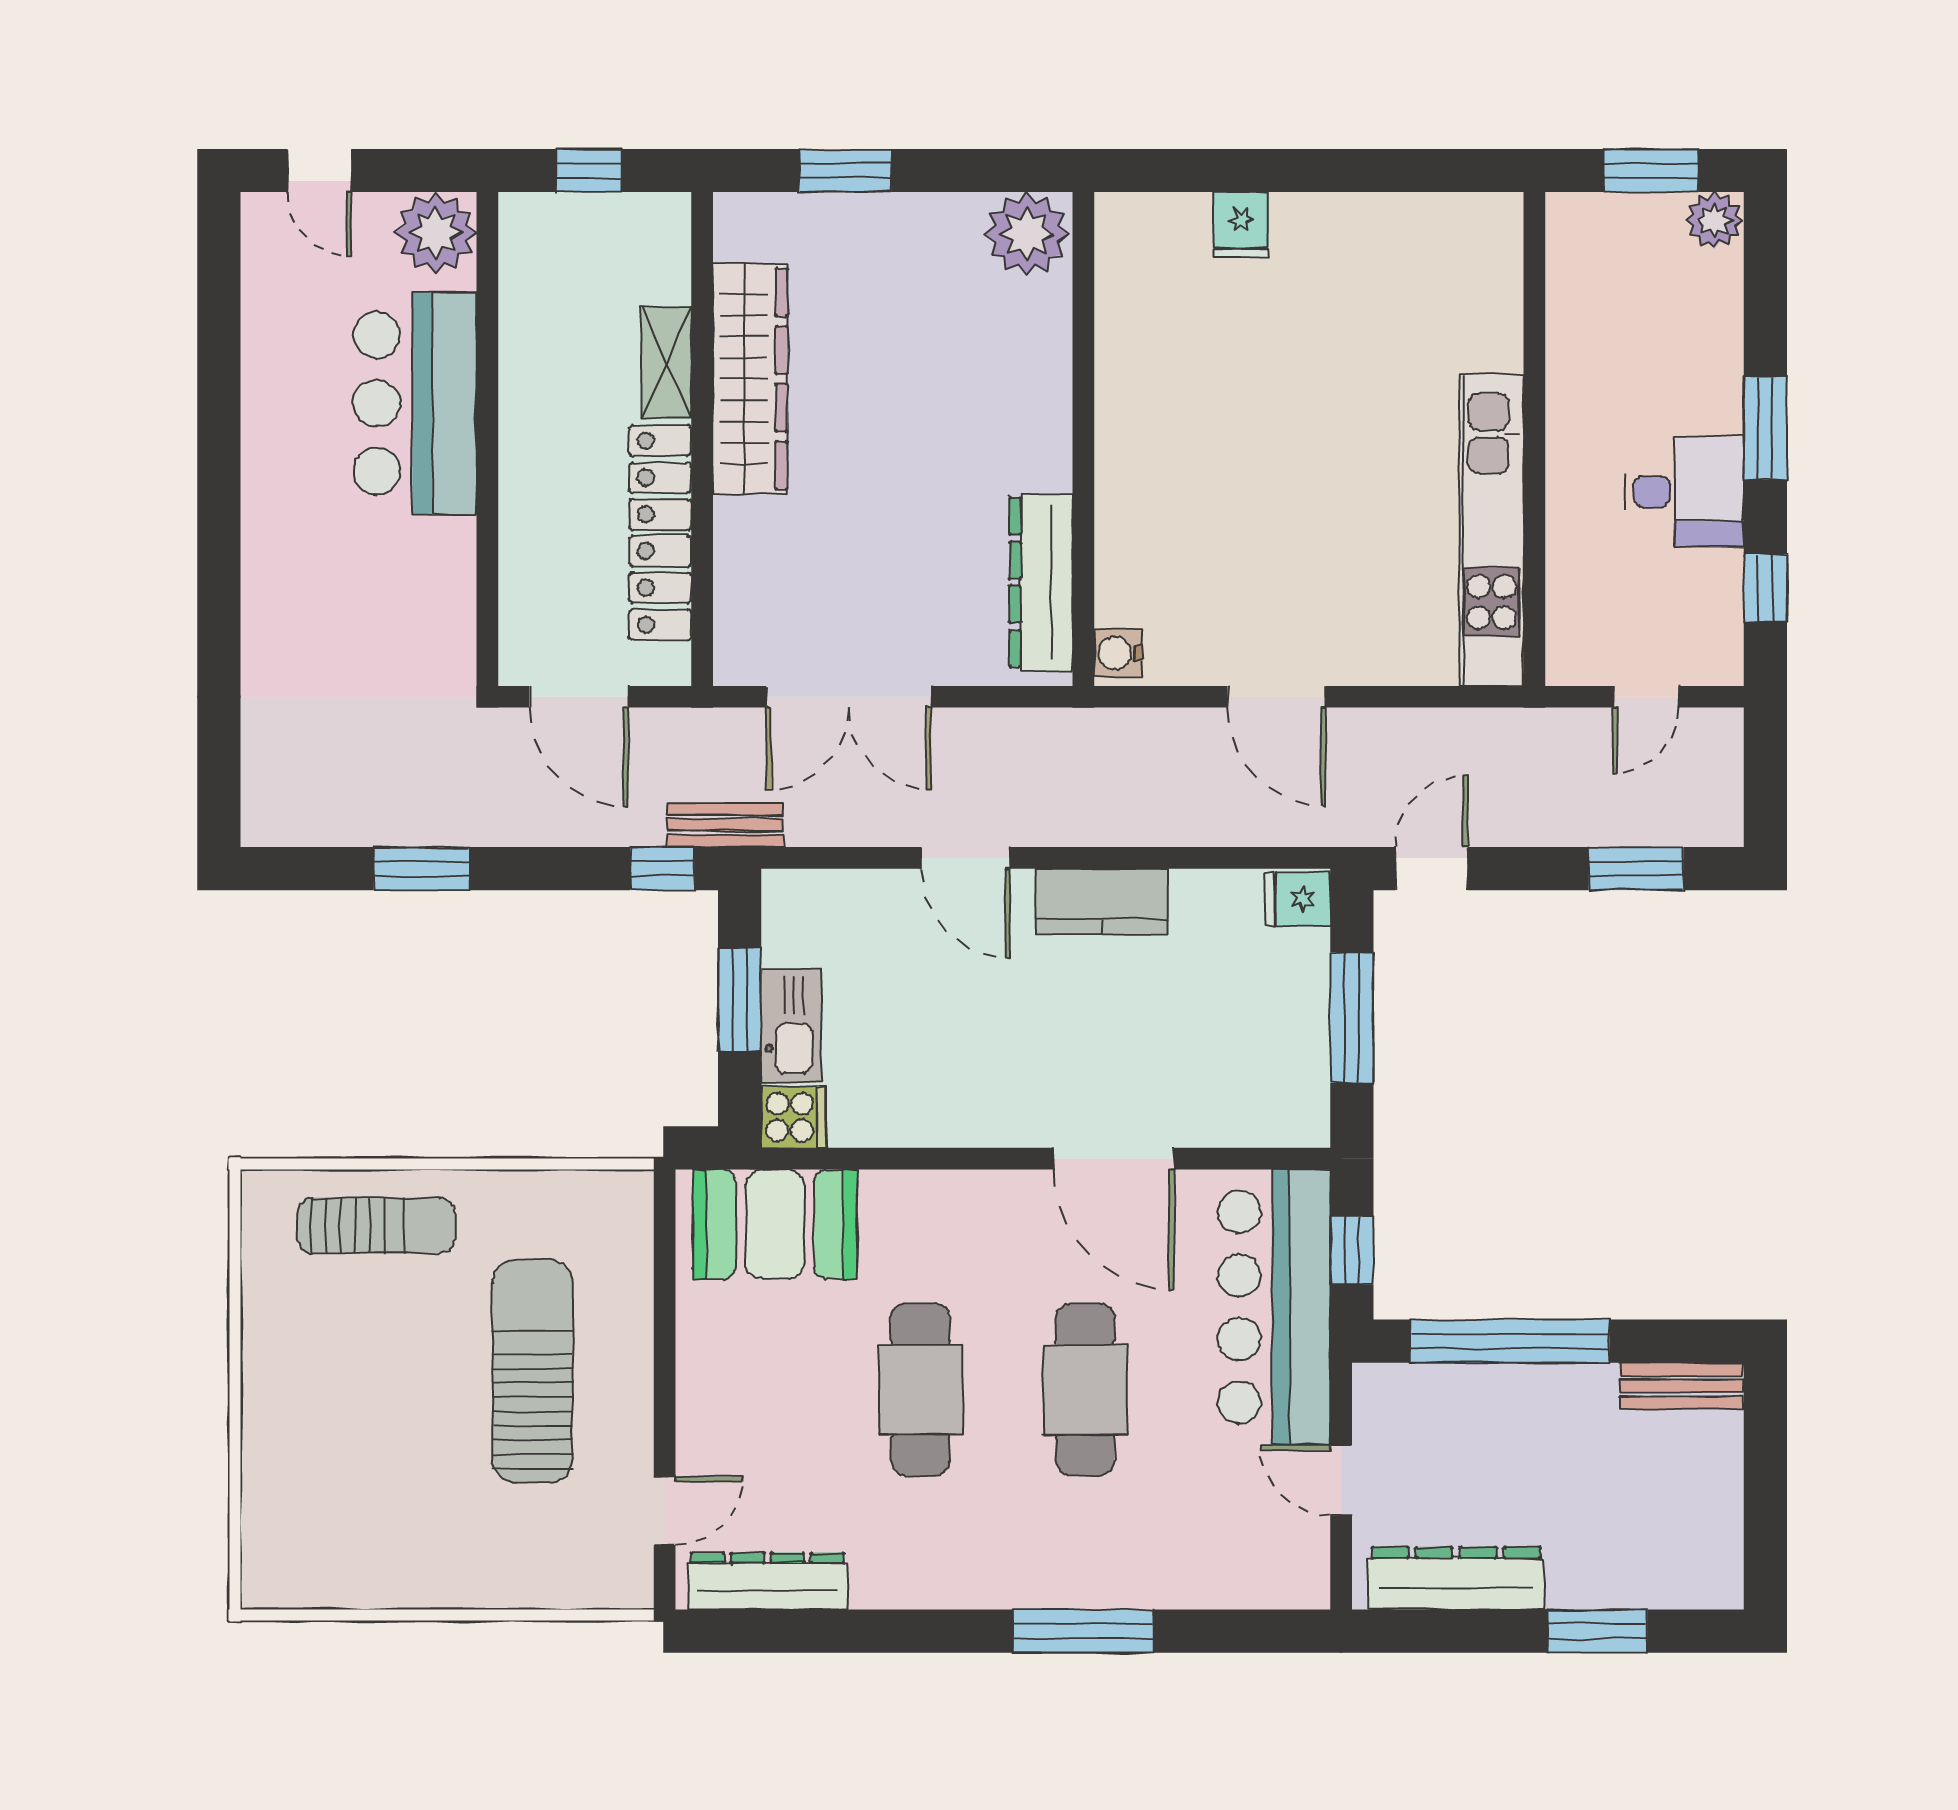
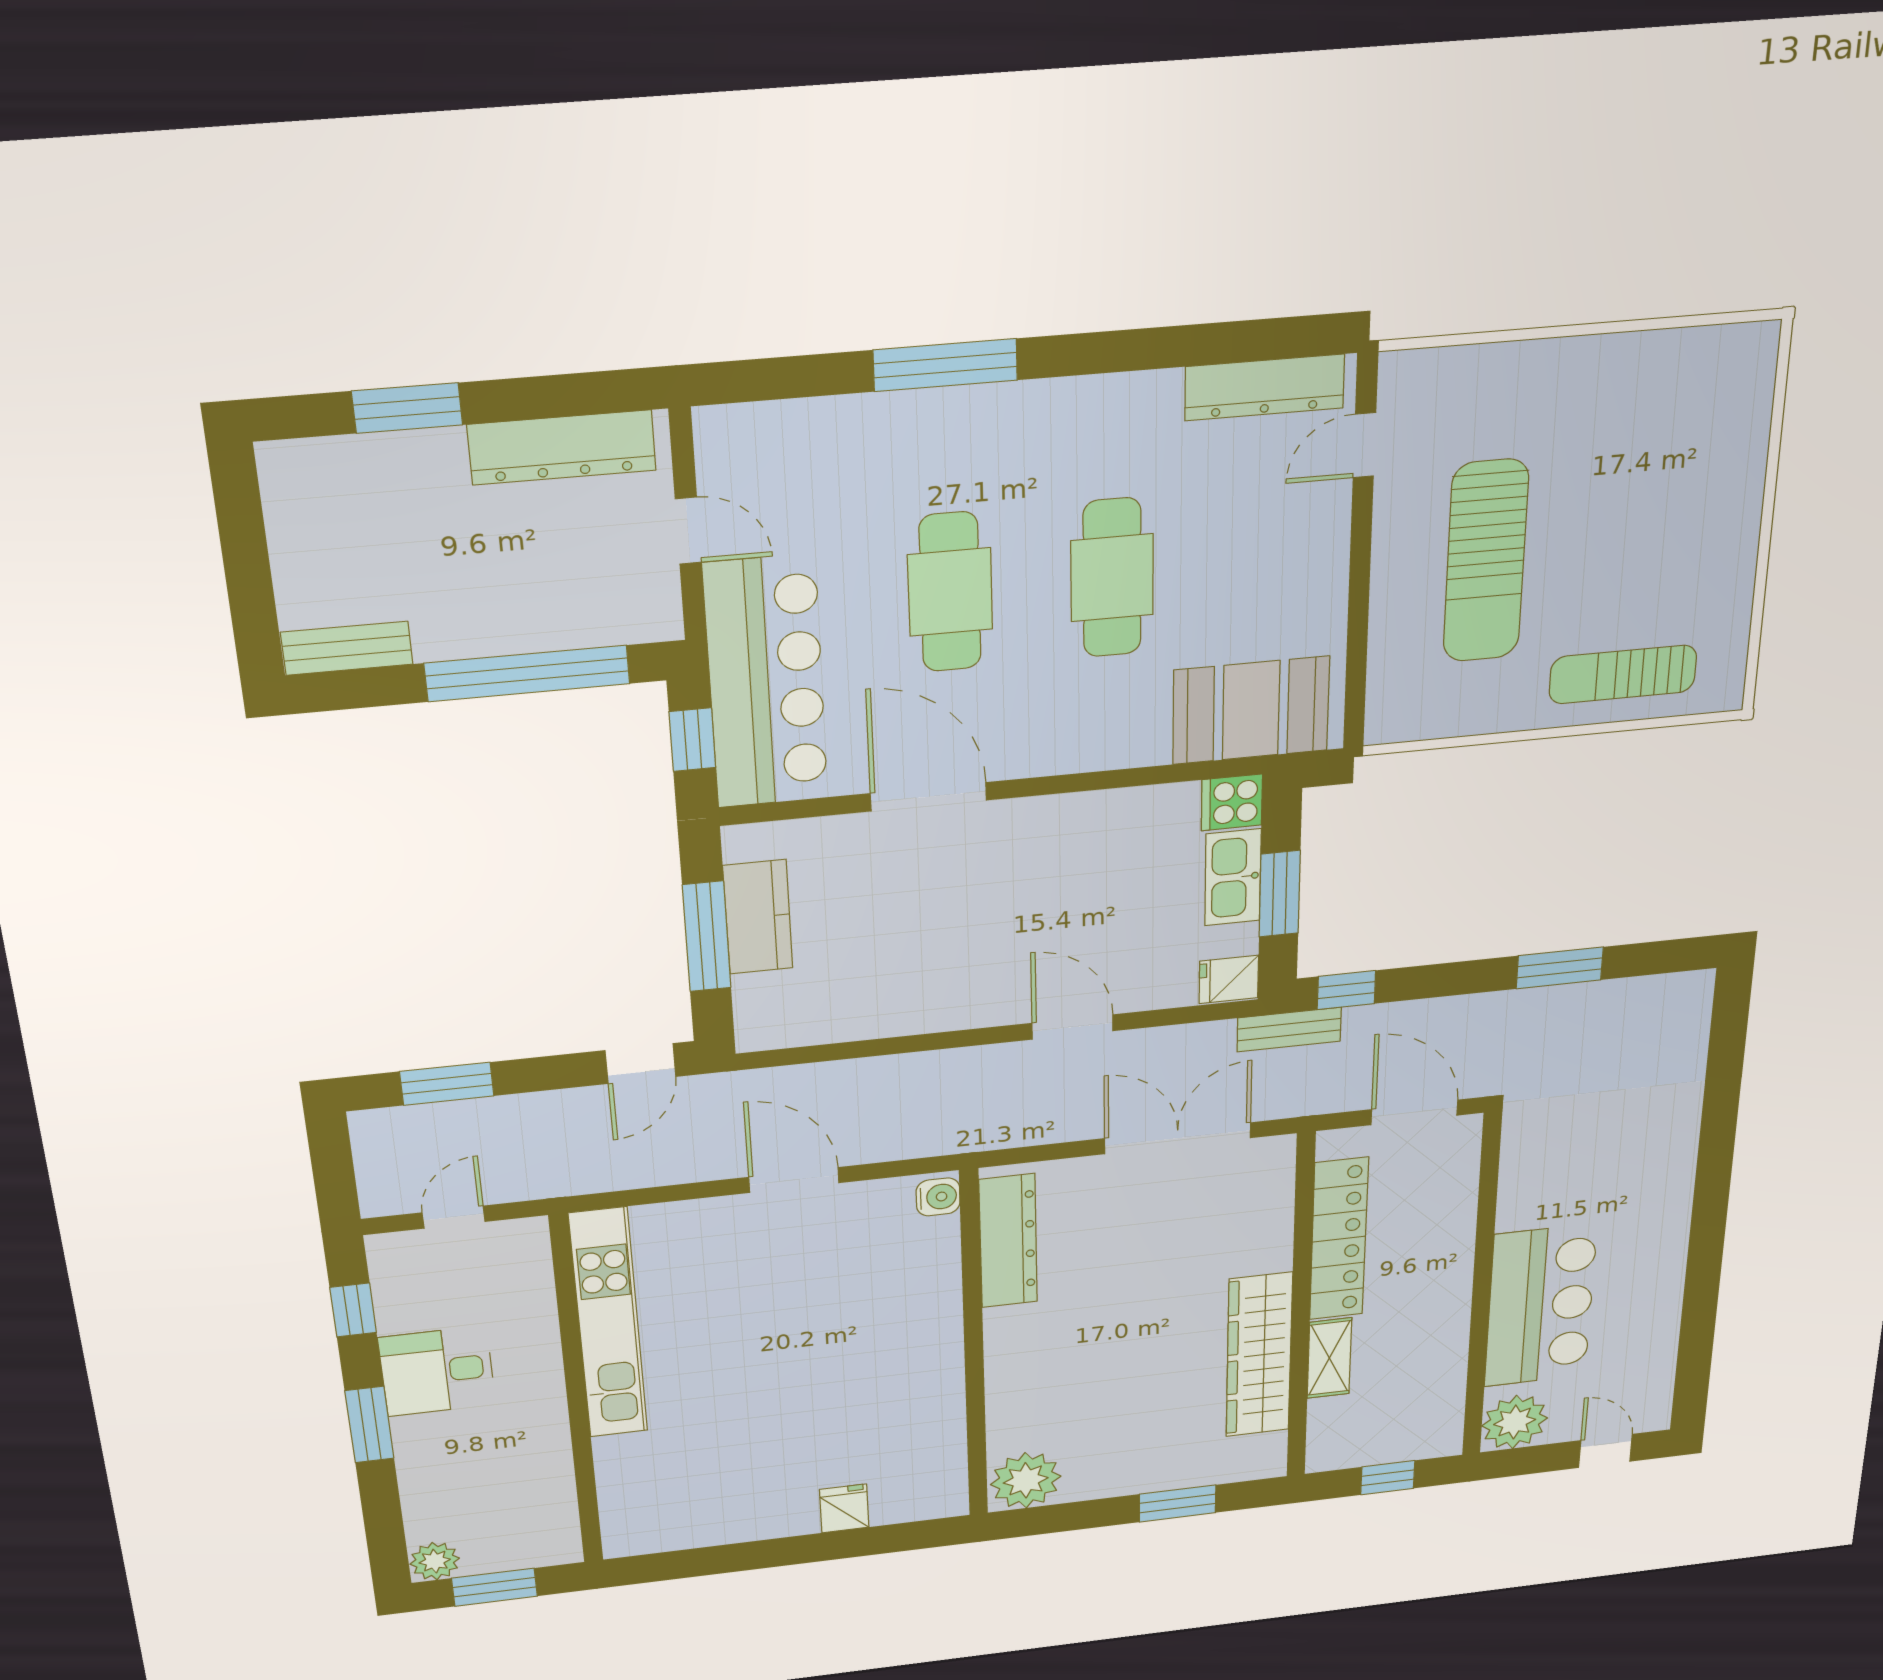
fridge: (1298, 899) -> (1229, 979), moved, turned 180
kitchen counter: (1102, 902) -> (758, 917), moved, turned 90

